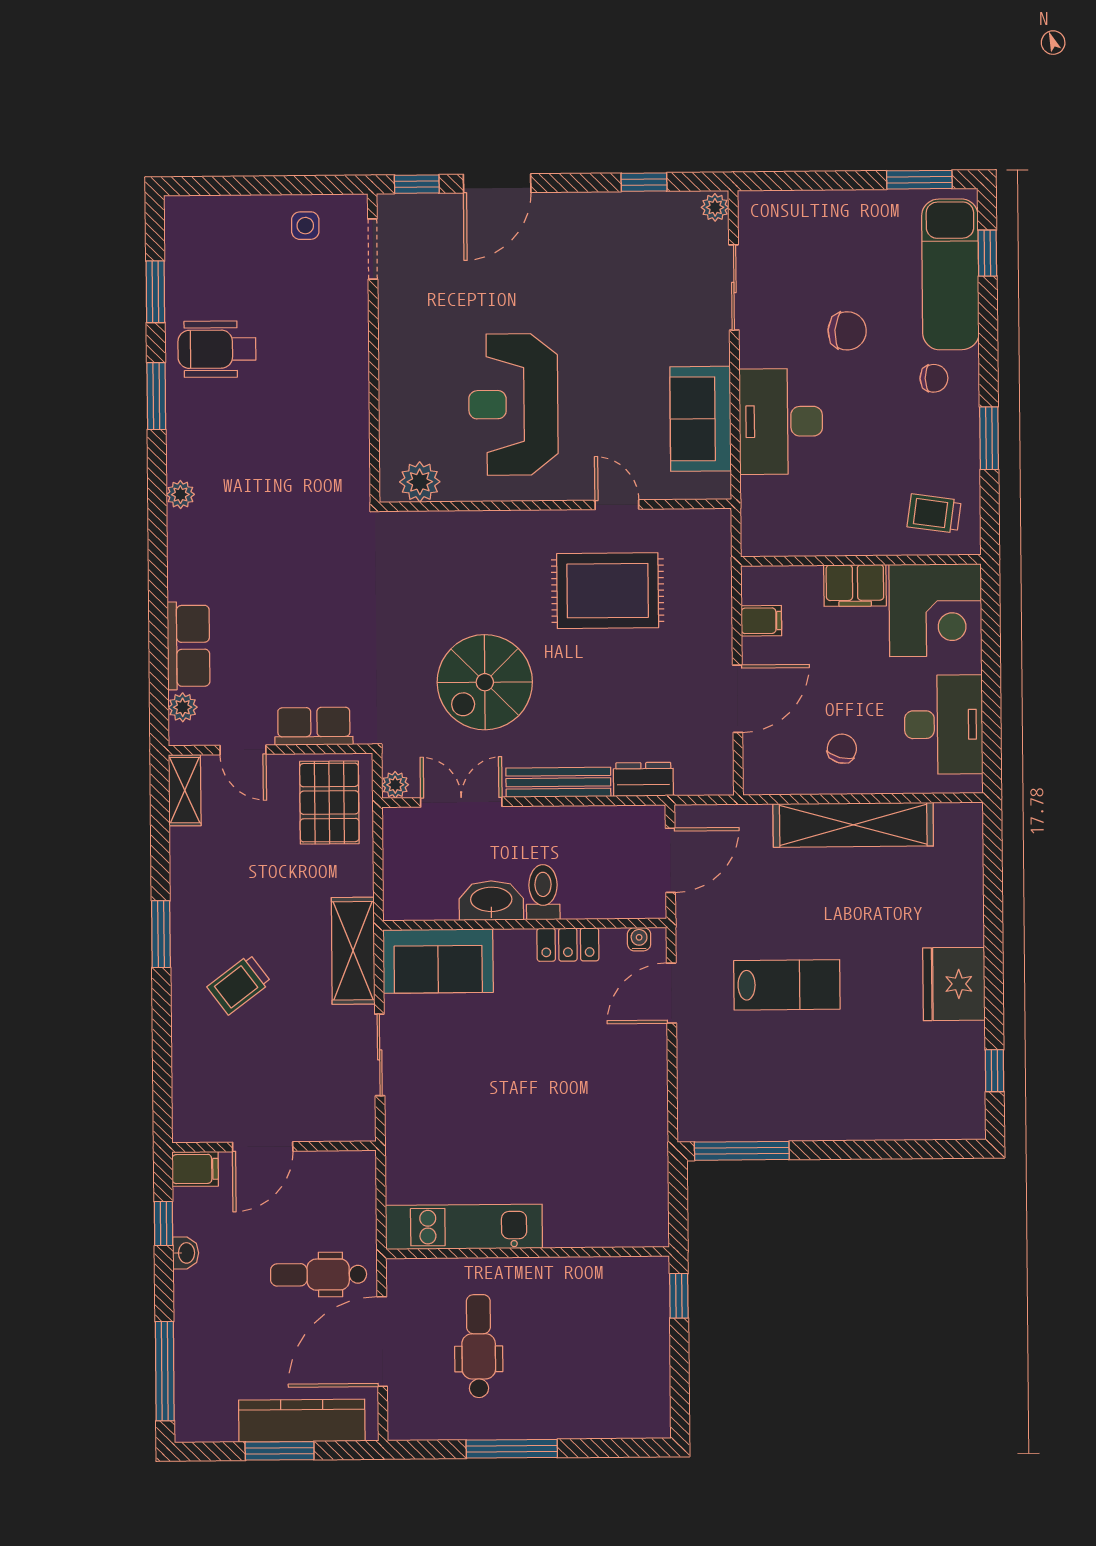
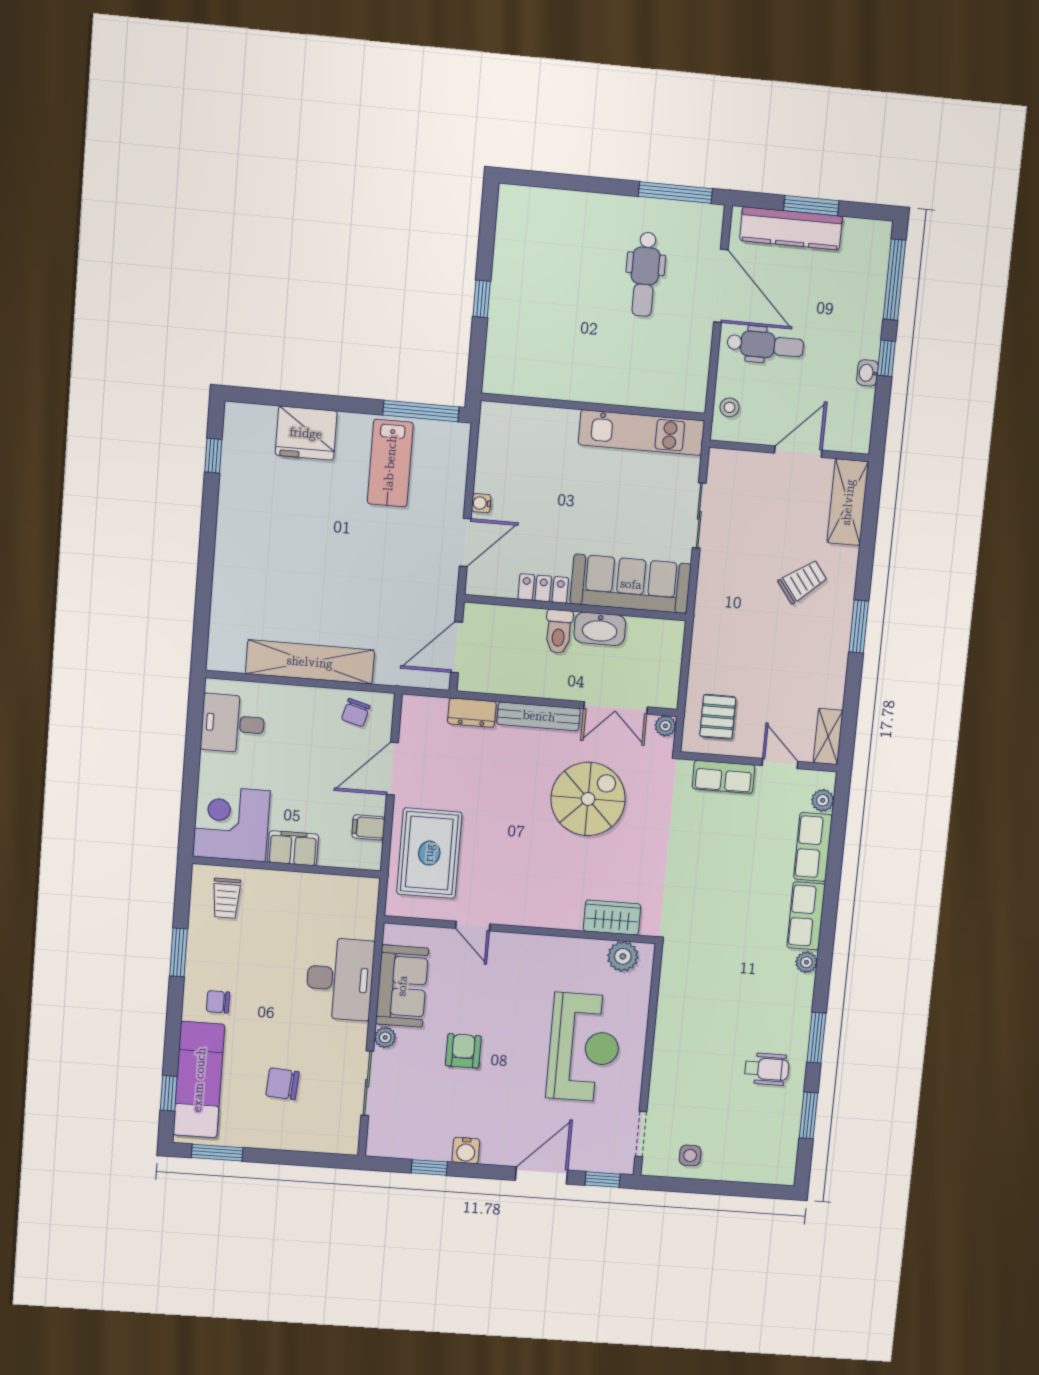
plant: (715, 207) -> (385, 1037), moved
water cooler: (599, 208) -> (466, 1151), added
chair: (847, 331) -> (282, 1084), moved
armchair: (614, 340) -> (463, 1051), added
wheelchair: (217, 349) -> (767, 1069), width x0.73, depth x0.73
reception desk: (513, 404) -> (584, 1047), moved
trolley: (934, 514) -> (226, 898), turned 82
wardrobe: (439, 531) -> (612, 918), added
row of seats: (188, 555) -> (806, 916), added
rug: (608, 591) -> (429, 853), moved, turned 90
desk: (944, 724) -> (233, 724), width x0.73
chair: (842, 749) -> (356, 713), moved
pallet: (329, 803) -> (718, 717), width x0.67, depth x0.71
water cooler: (639, 939) -> (481, 503), moved, turned 90
shelving: (353, 951) -> (848, 502), moved
sofa: (438, 961) -> (631, 584), width x1.36
fridge: (954, 984) -> (306, 433), moved, turned 90
lab bench: (787, 985) -> (390, 463), moved, turned -90
filing cabinet: (195, 1169) -> (853, 439), removed
stool: (356, 1193) -> (730, 407), added
window: (164, 1224) -> (886, 358), moved
kitchen unit: (464, 1227) -> (641, 433), moved
wall: (528, 1253) -> (593, 407), moved
door: (382, 1342) -> (721, 286), hinge flipped
window: (512, 1449) -> (675, 192), moved

